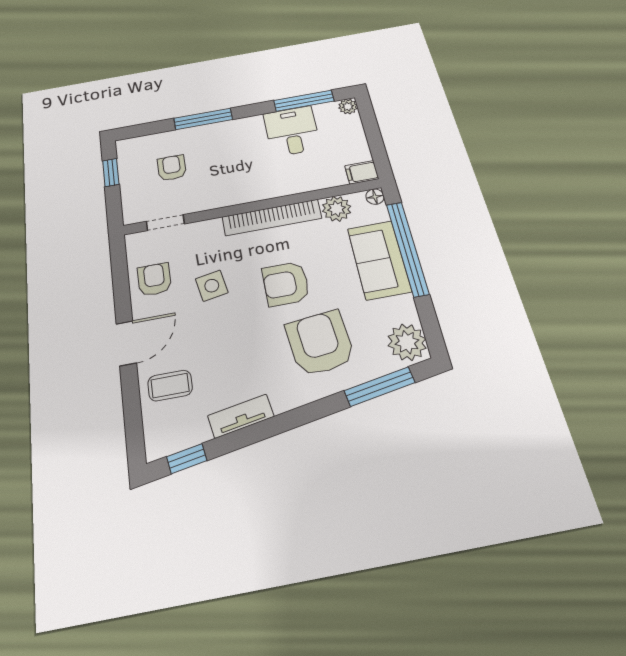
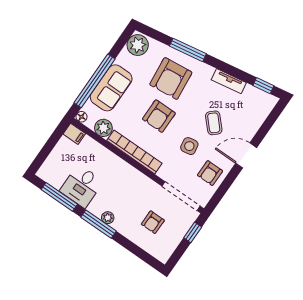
plant: (348, 107) -> (108, 218), moved
window: (203, 119) -> (98, 224), moved
window: (111, 173) -> (193, 232), moved
doorway: (165, 223) -> (181, 196), width x1.88
armchair: (286, 284) -> (159, 116), turned 90
coffee table: (170, 386) -> (214, 123), moved, turned 47
window: (380, 387) -> (188, 50), moved

